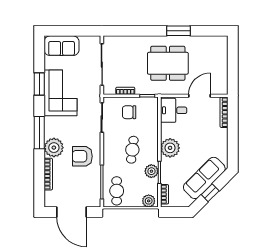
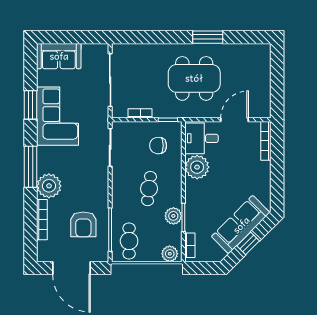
chair: (129, 112) -> (158, 146), moved
plant: (170, 148) -> (197, 167), moved
armchair: (82, 156) -> (83, 224), moved, turned -90

